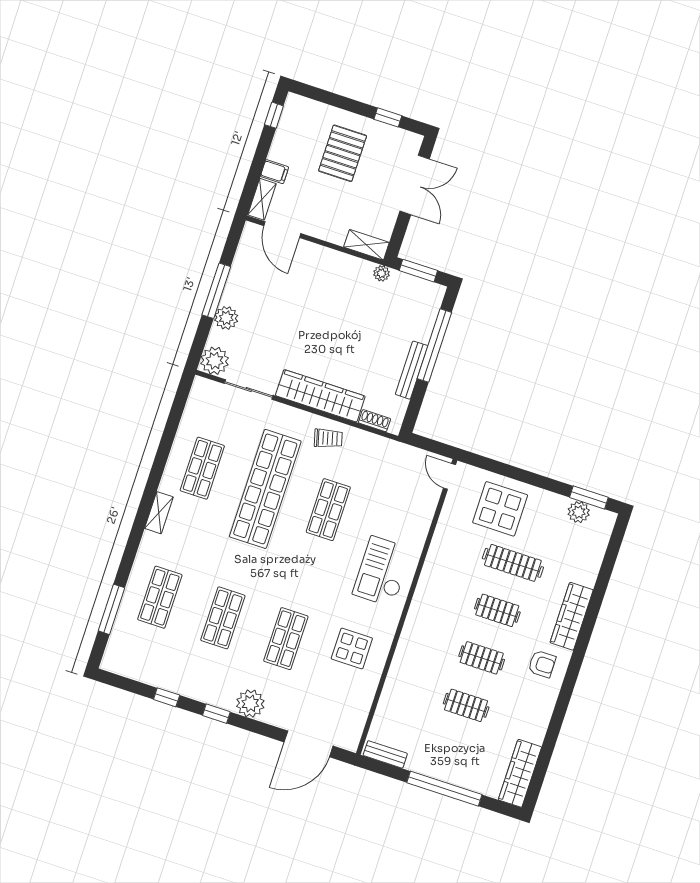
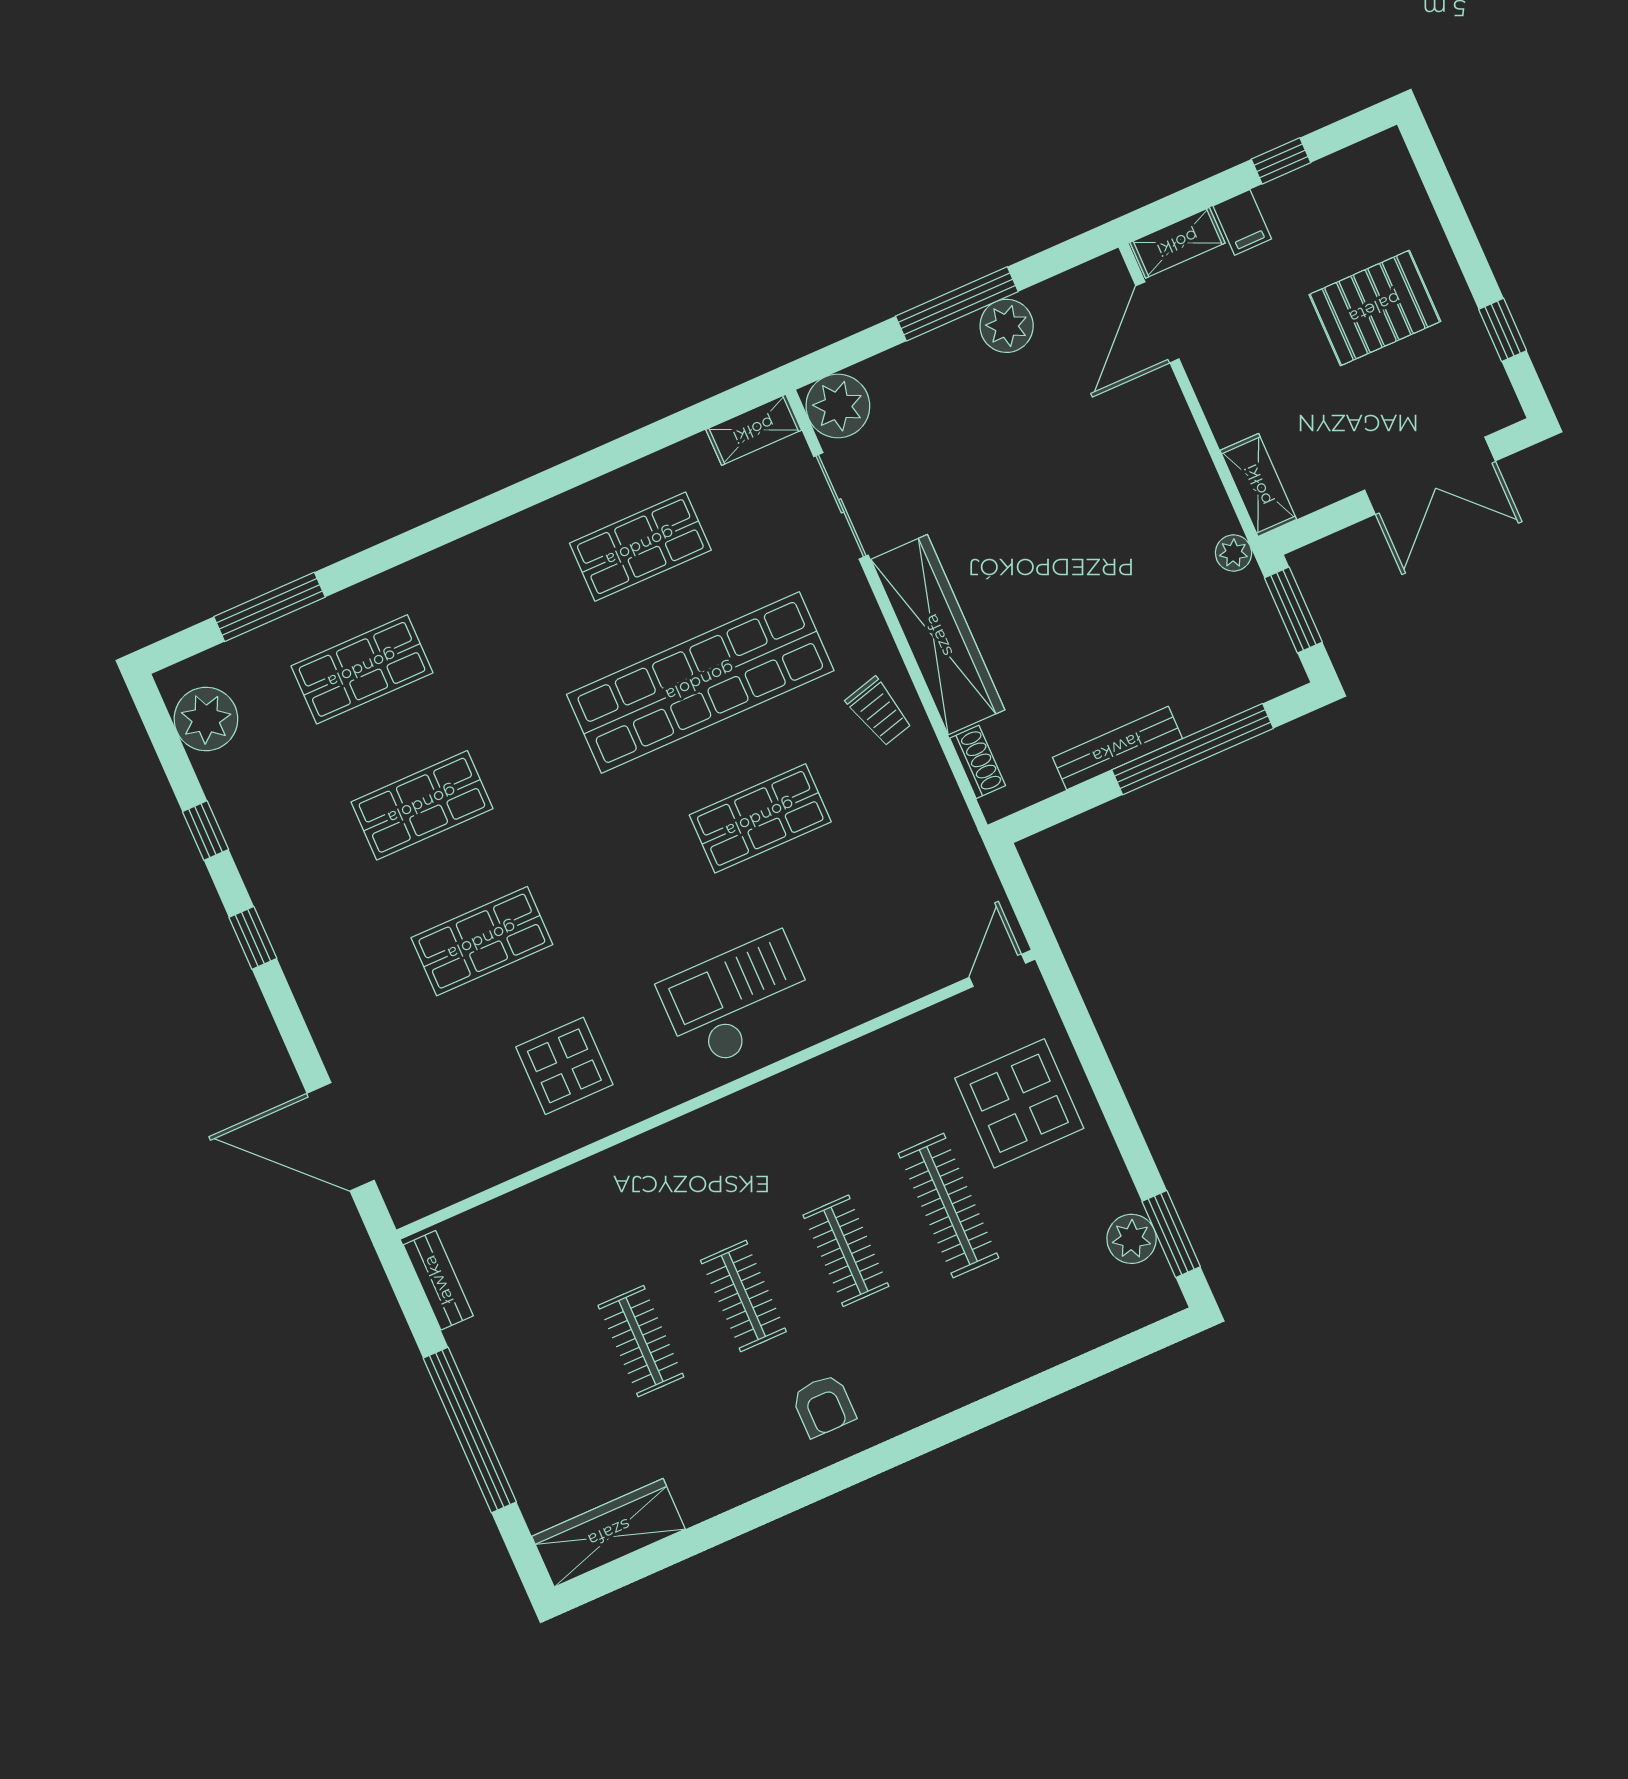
window: (274, 115) -> (1281, 161), moved
plant: (226, 318) -> (1007, 326), moved
shelving: (159, 513) -> (754, 430), moved
wardrobe: (572, 616) -> (947, 1383), removed
plant: (250, 703) -> (206, 719), moved

